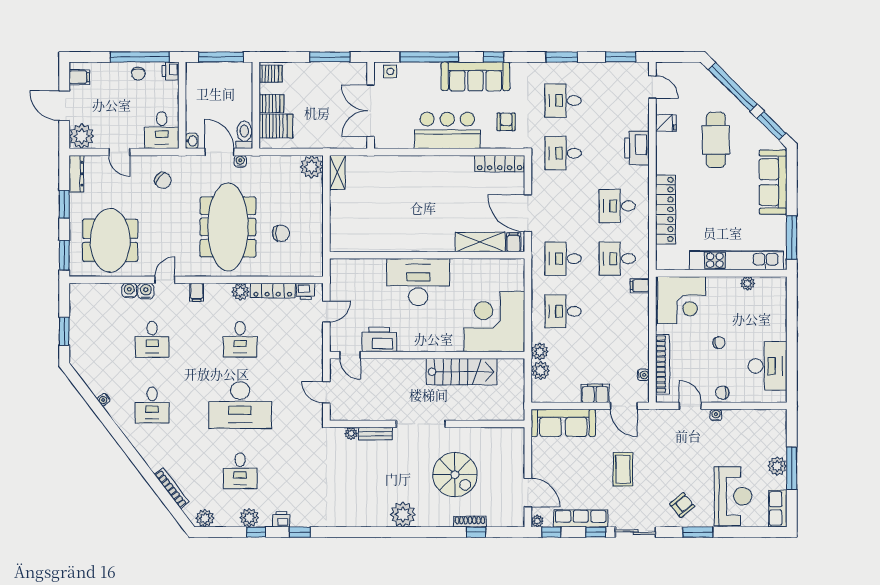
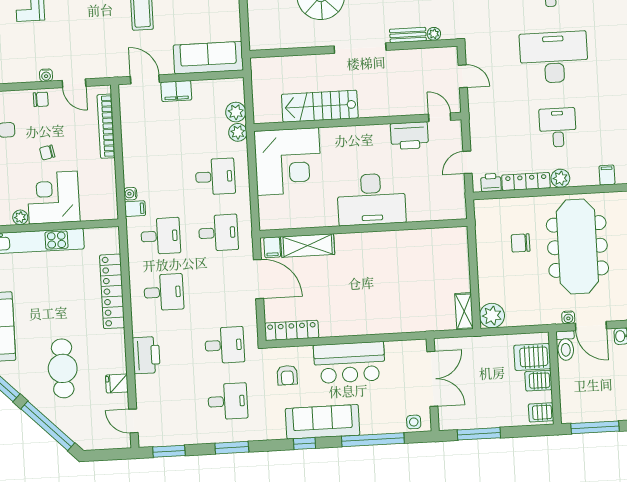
corner desk: (681, 300) -> (53, 198), moved
water cooler: (643, 375) -> (130, 194), moved

